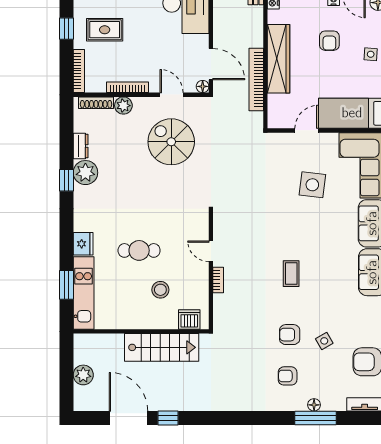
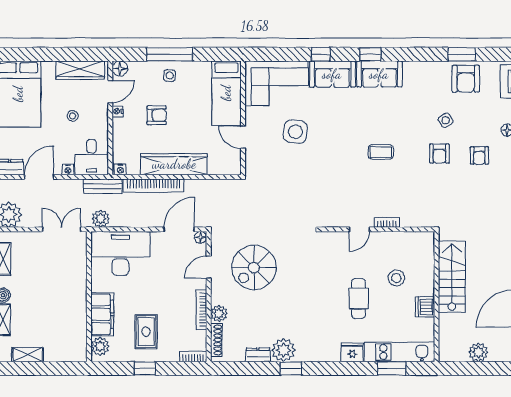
bookcase: (79, 71) -> (193, 357), width x0.64
bookcase: (256, 79) -> (154, 186), moved
dishwasher: (189, 319) -> (425, 307), moved

